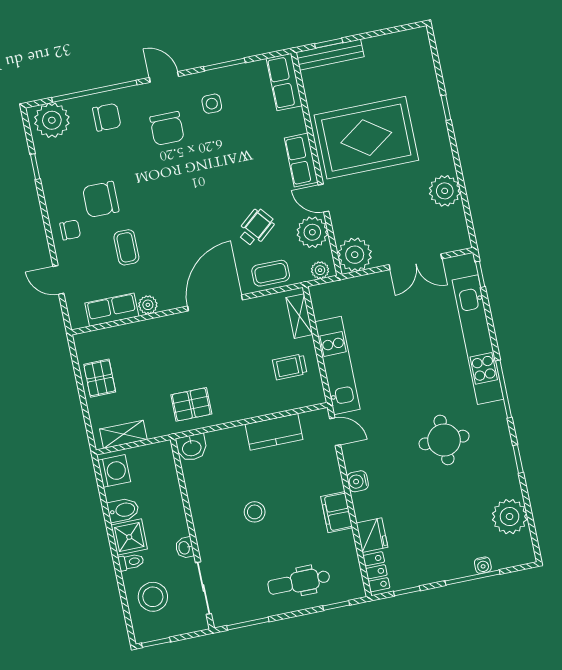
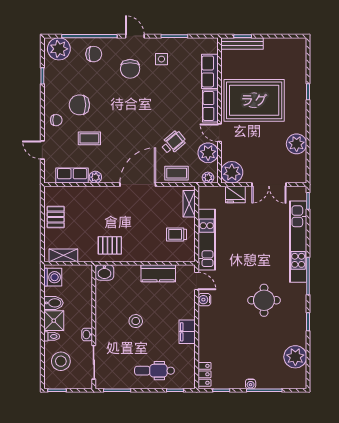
row of seats: (284, 82) -> (210, 71), moved
coffee table: (126, 247) -> (89, 138), turned 90
water cooler: (358, 481) -> (204, 300), moved
fridge: (372, 535) -> (235, 194), moved, turned 90
water cooler: (483, 565) -> (251, 384), moved

